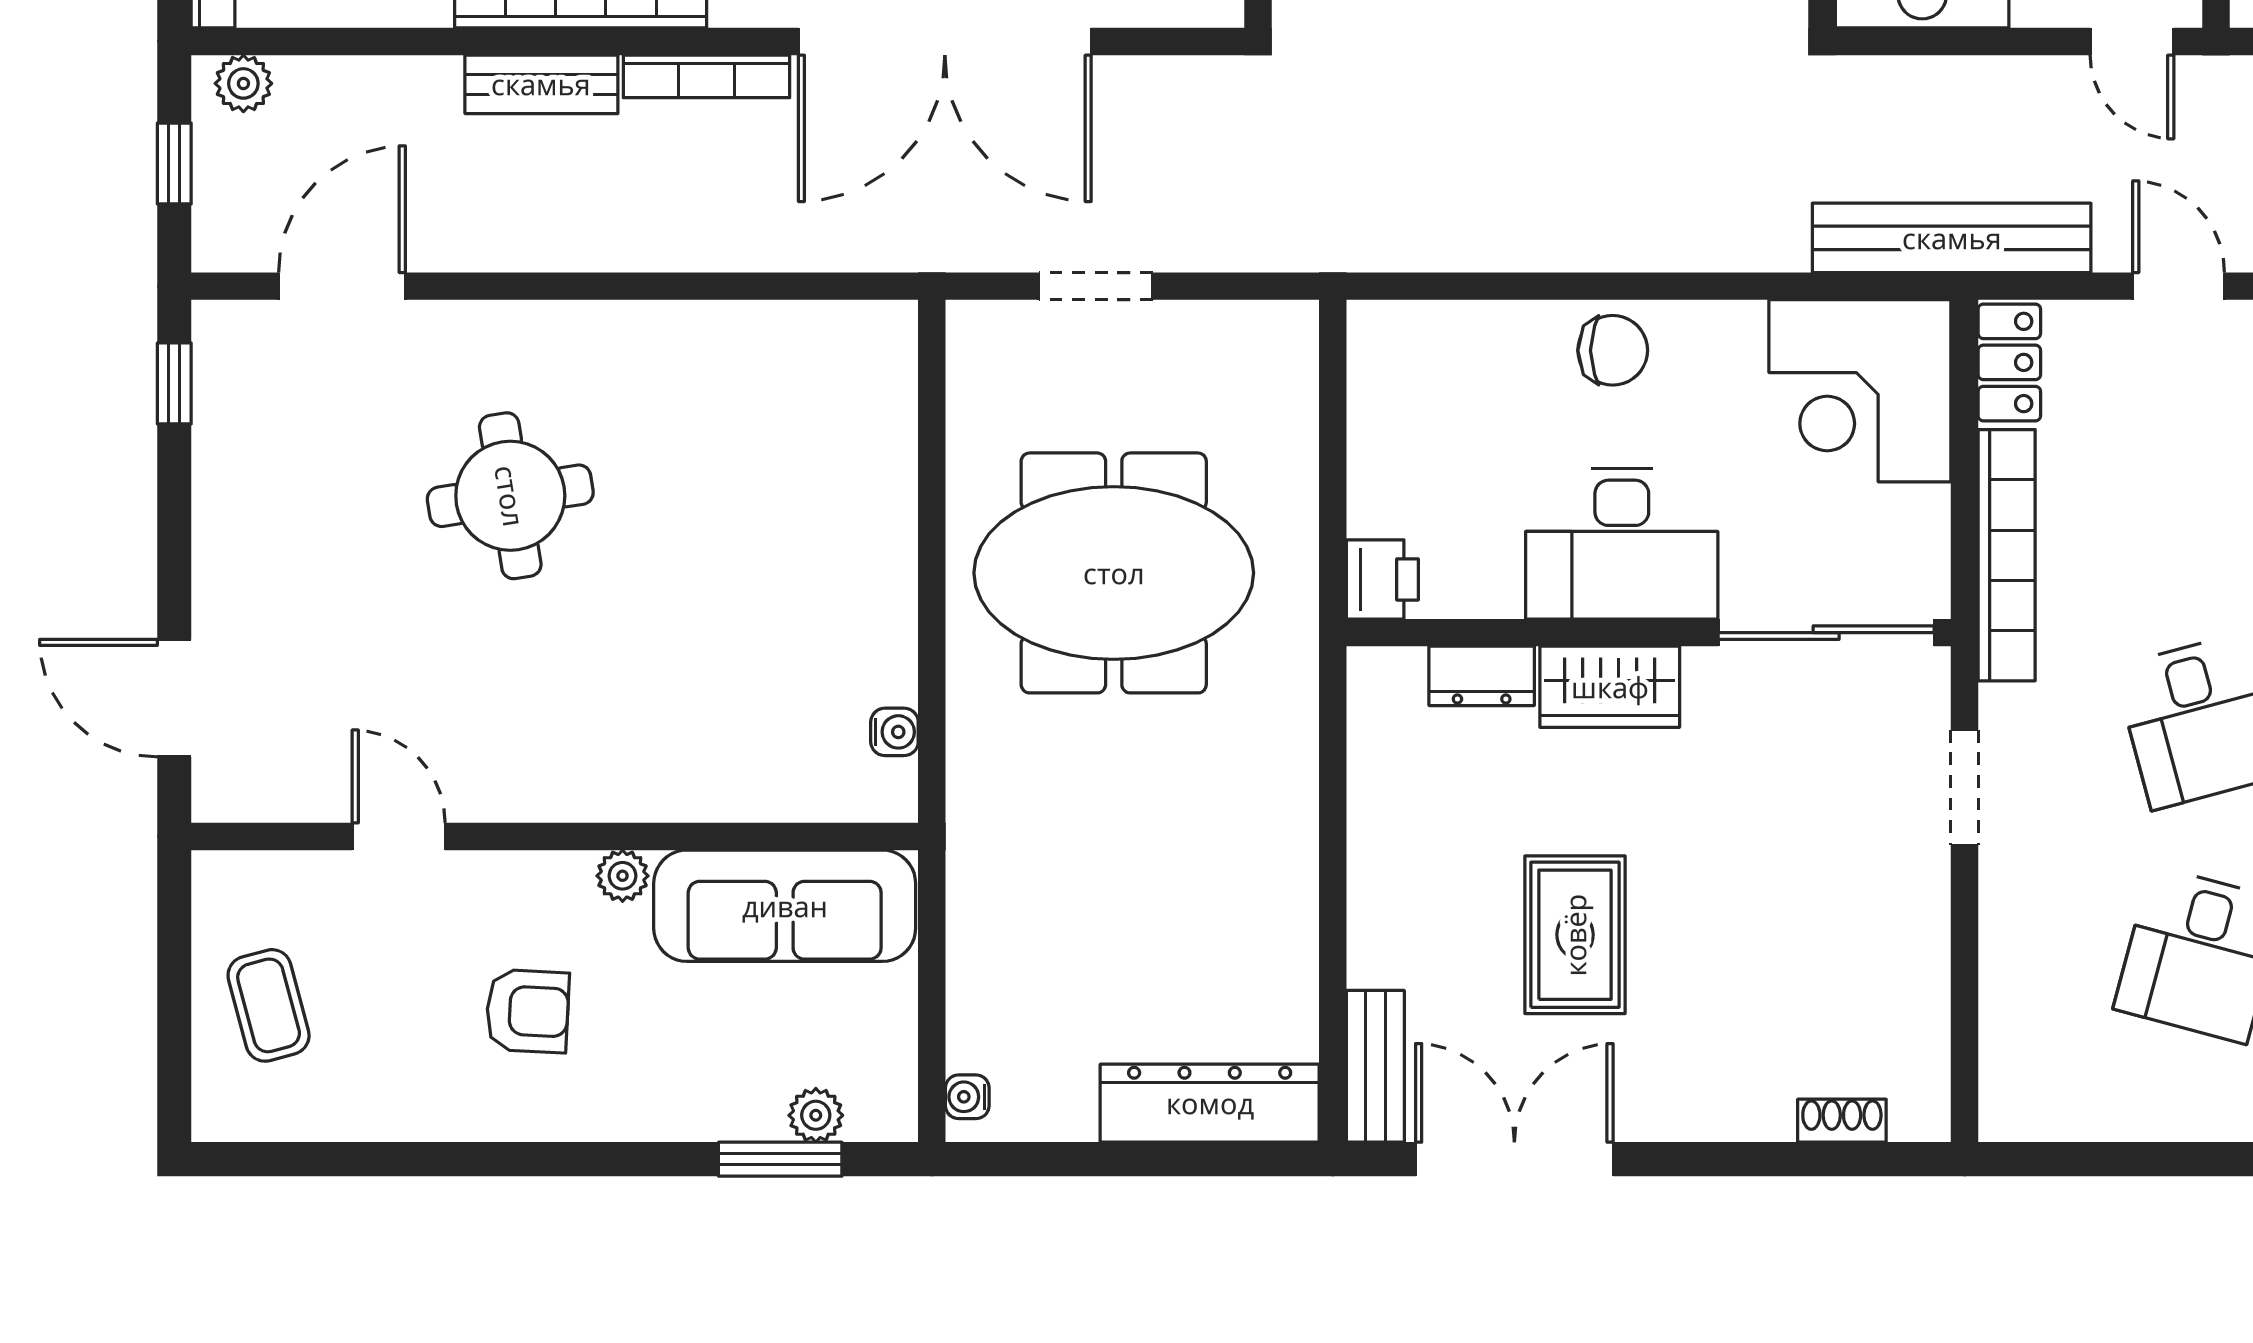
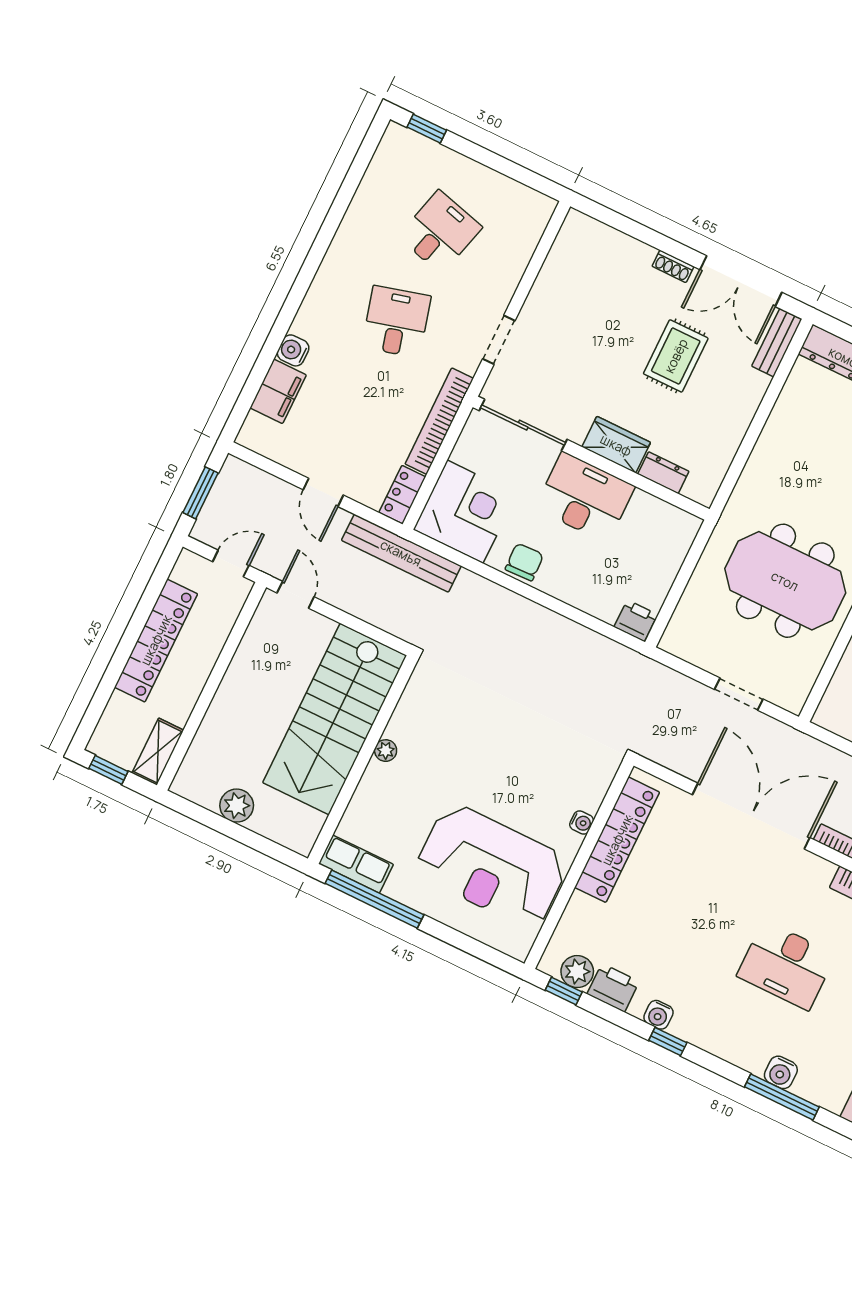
chair: (1613, 350) -> (524, 562), moved, turned 88
printer: (1382, 579) -> (636, 621), moved, turned 90
shoe rack: (1842, 1121) -> (673, 266), moved

